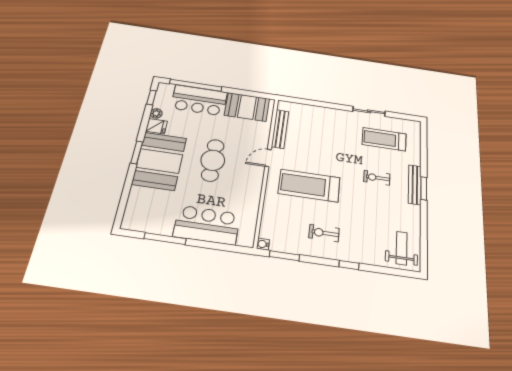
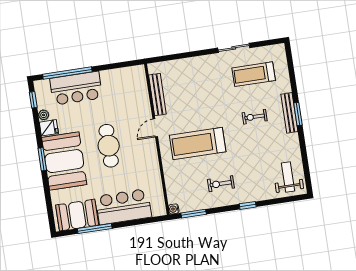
booth: (247, 107) -> (77, 215), moved

